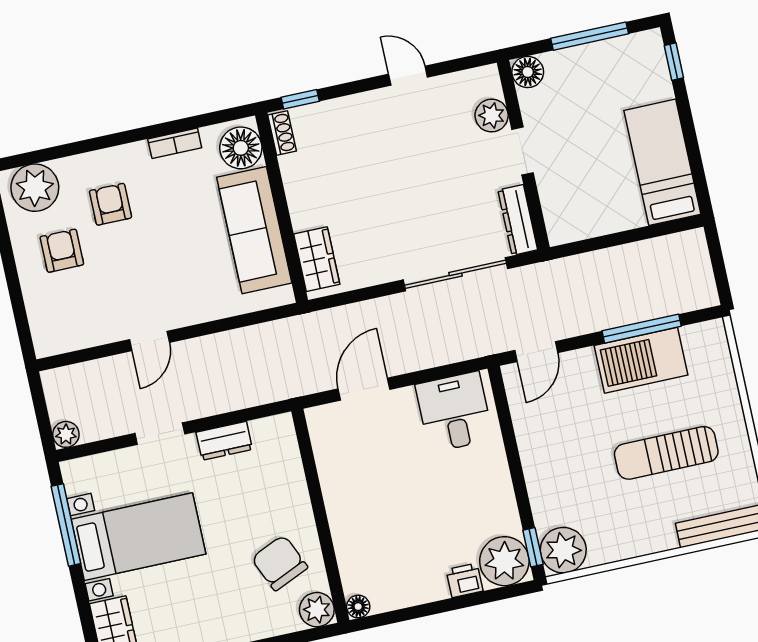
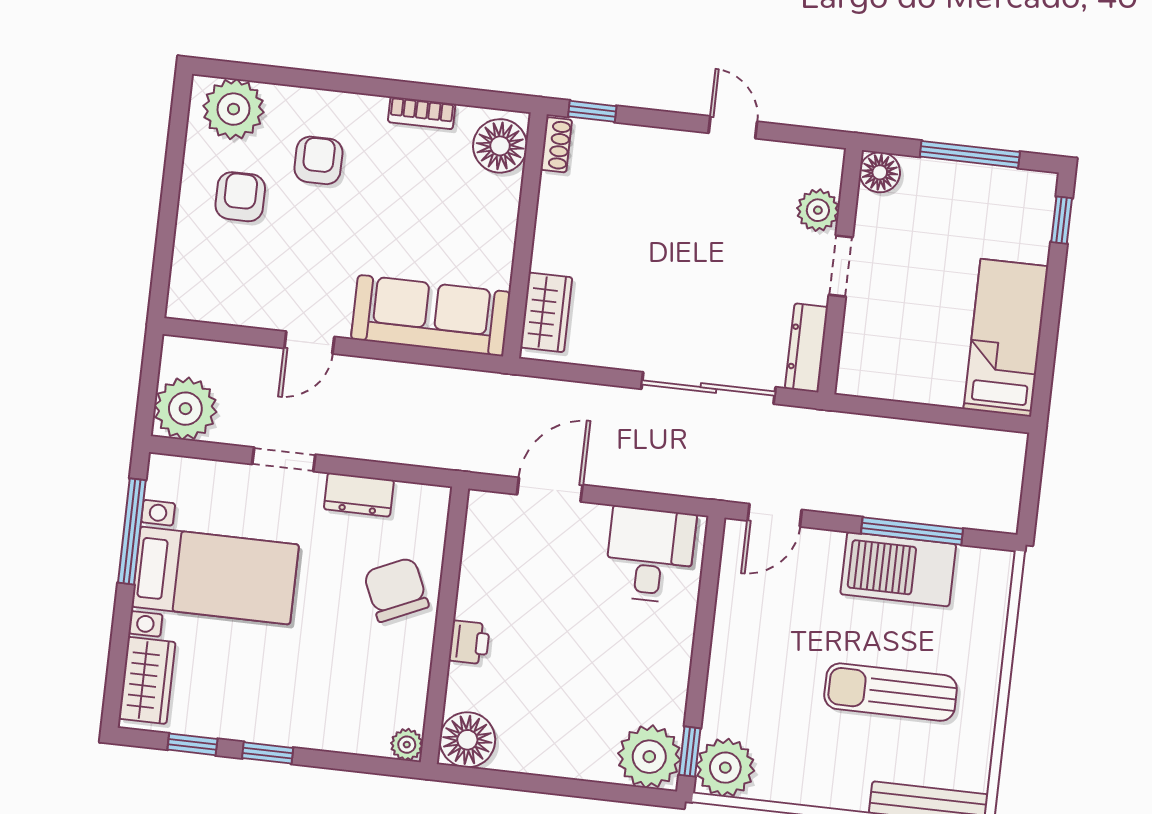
sofa: (254, 230) -> (431, 316), moved, turned 90
plant: (66, 434) -> (185, 409), width x1.87, depth x1.87
chair: (280, 563) -> (396, 590), moved
printer: (465, 580) -> (469, 642), moved, turned 90
floor lamp: (358, 607) -> (467, 740), width x1.89, depth x1.89
plant: (317, 610) -> (407, 745), width x0.73, depth x0.73

